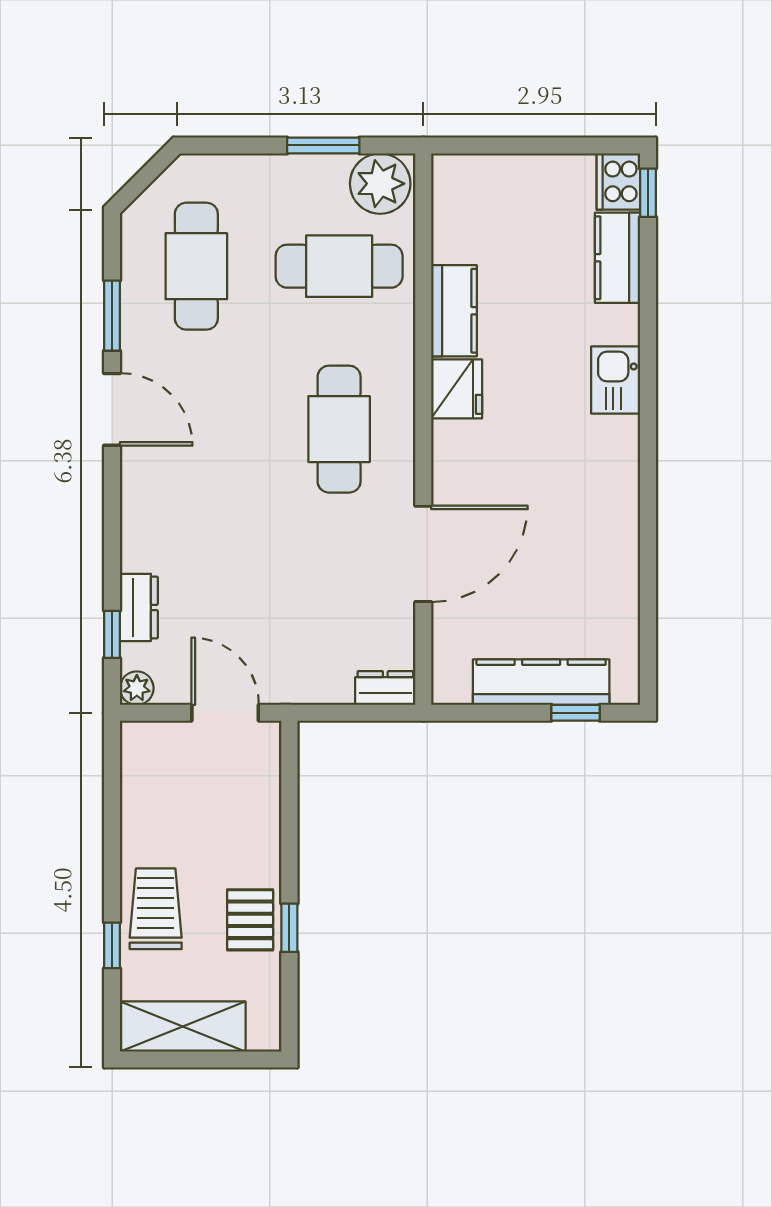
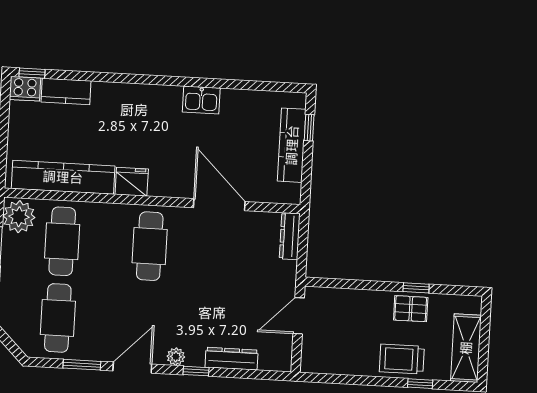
cafe table: (196, 266) -> (58, 318), turned 90
kitchen counter: (454, 311) -> (63, 177), width x2.08, depth x1.17
kitchen sink: (616, 380) -> (201, 100), moved
cafe table: (339, 429) -> (150, 246), turned 90
dresser: (139, 607) -> (232, 359), width x1.44
window: (112, 634) -> (196, 371), moved
plant: (137, 688) -> (176, 357), moved
dresser: (385, 688) -> (290, 236), width x1.44

